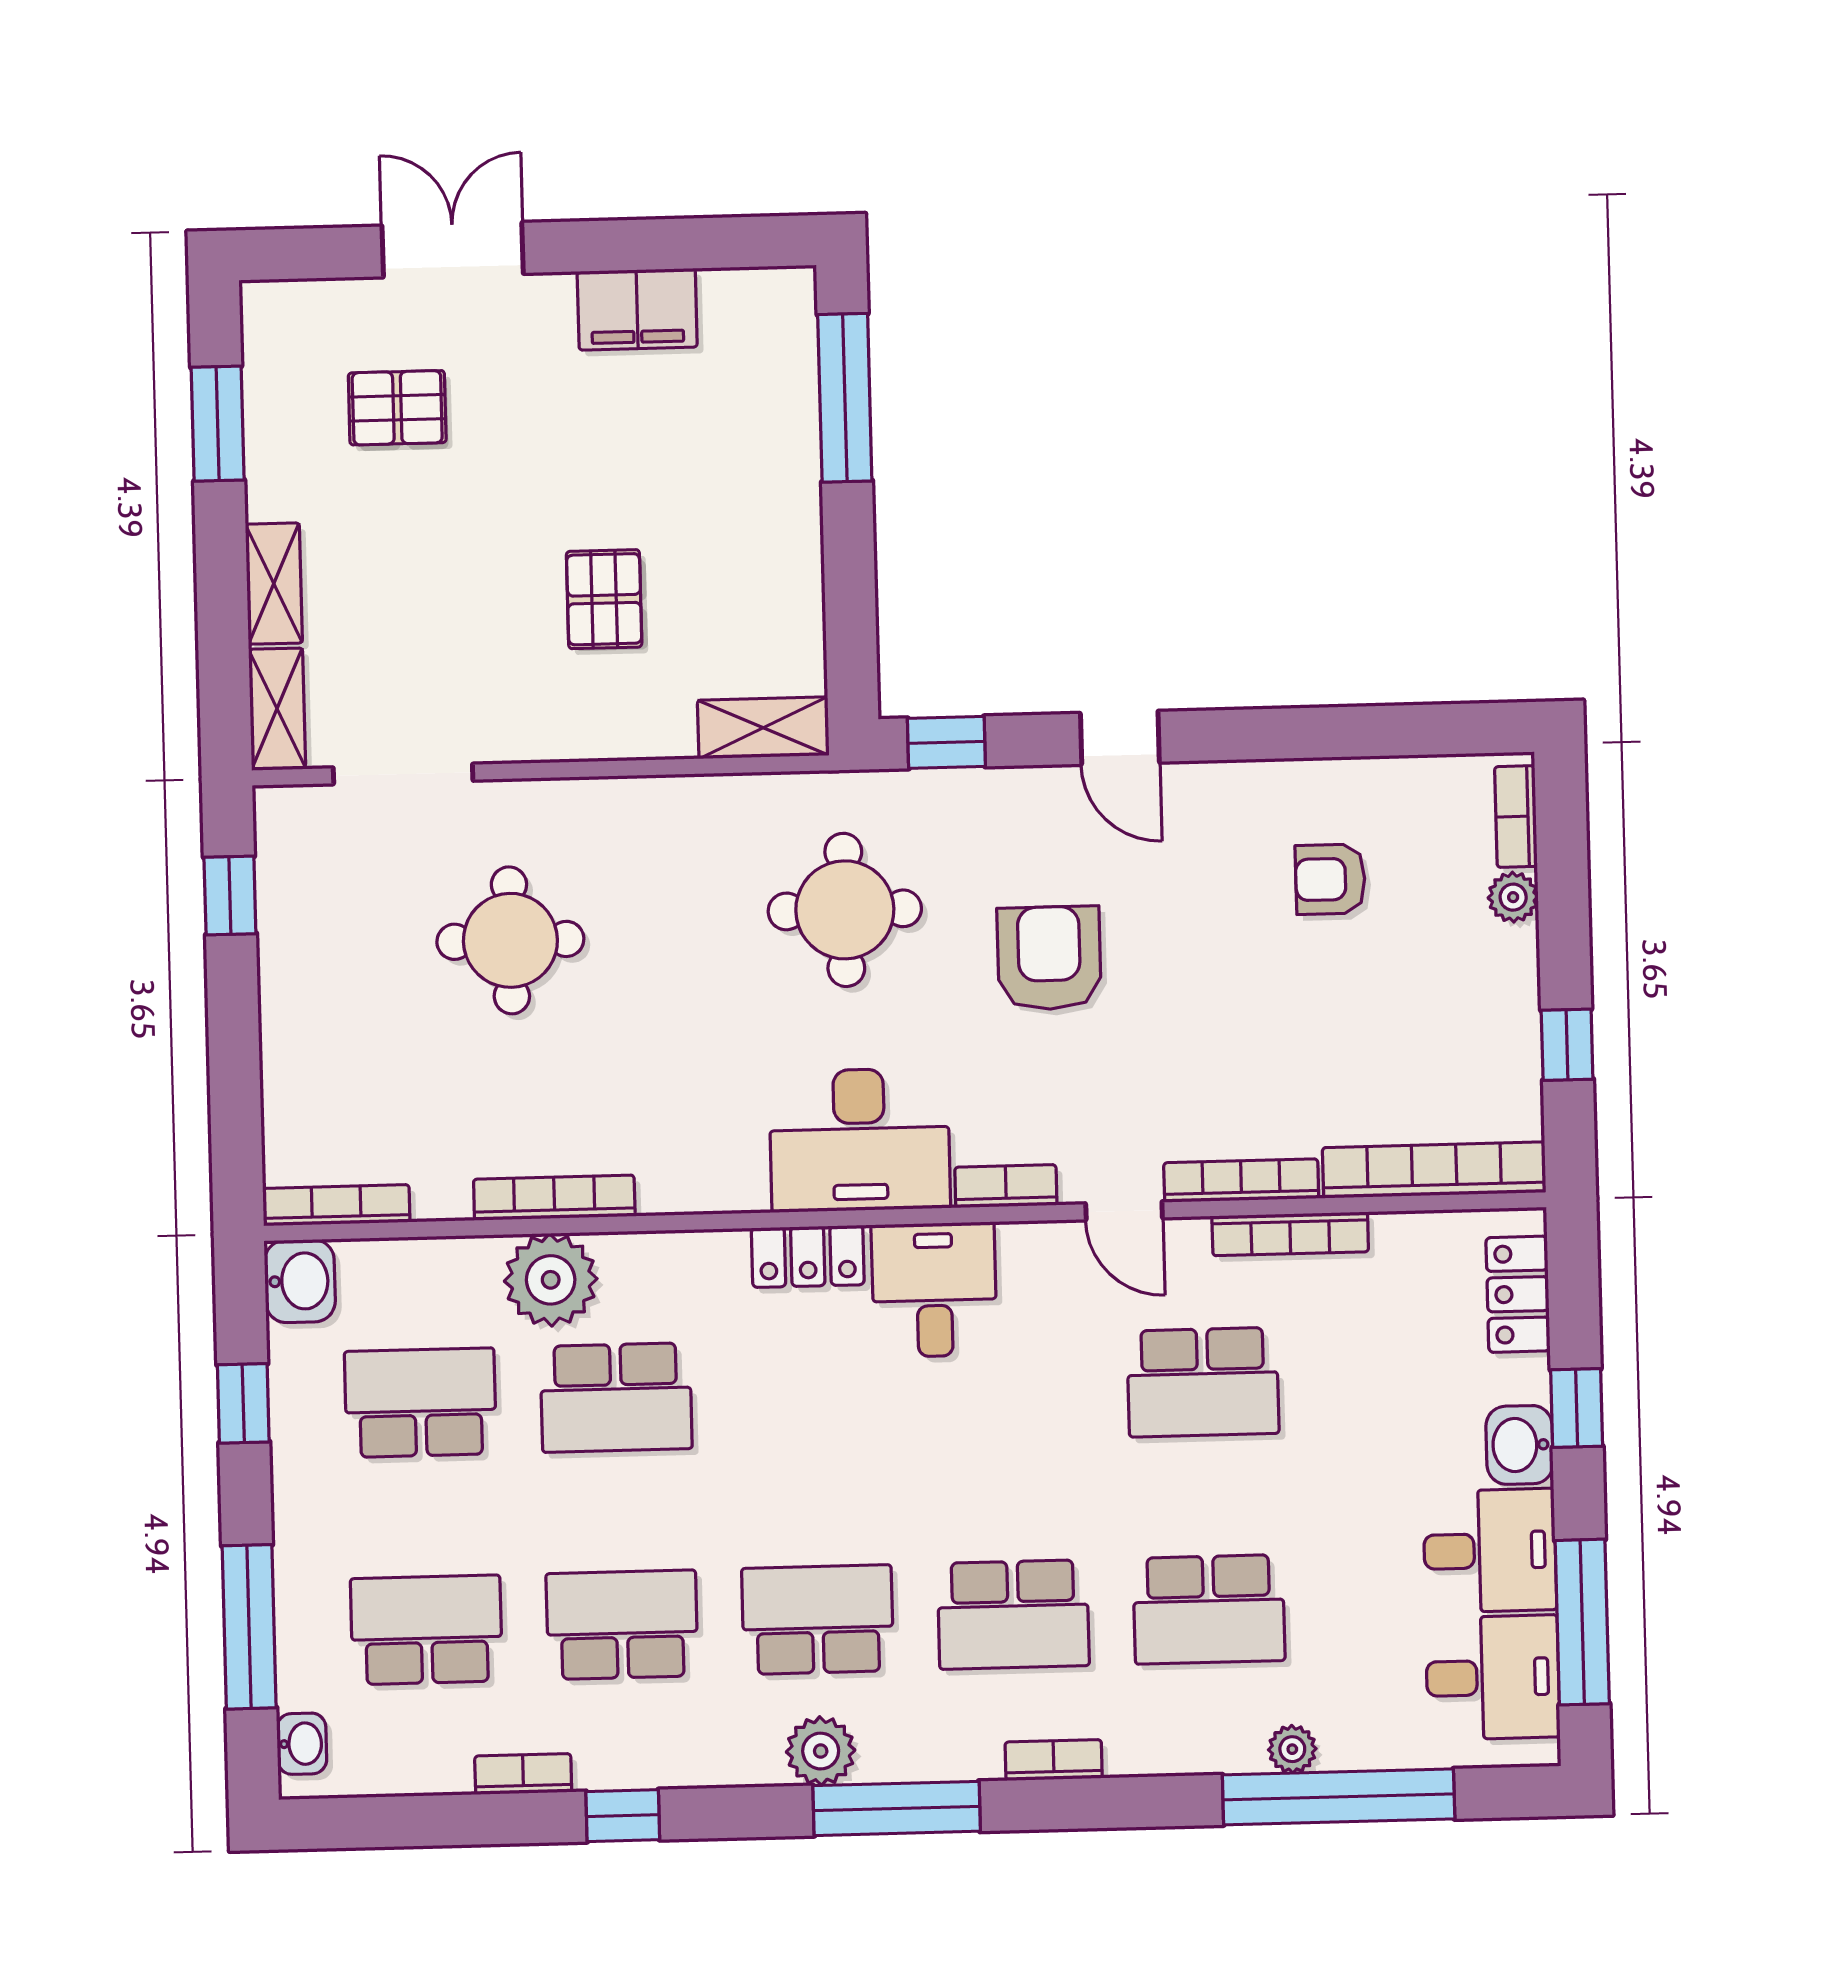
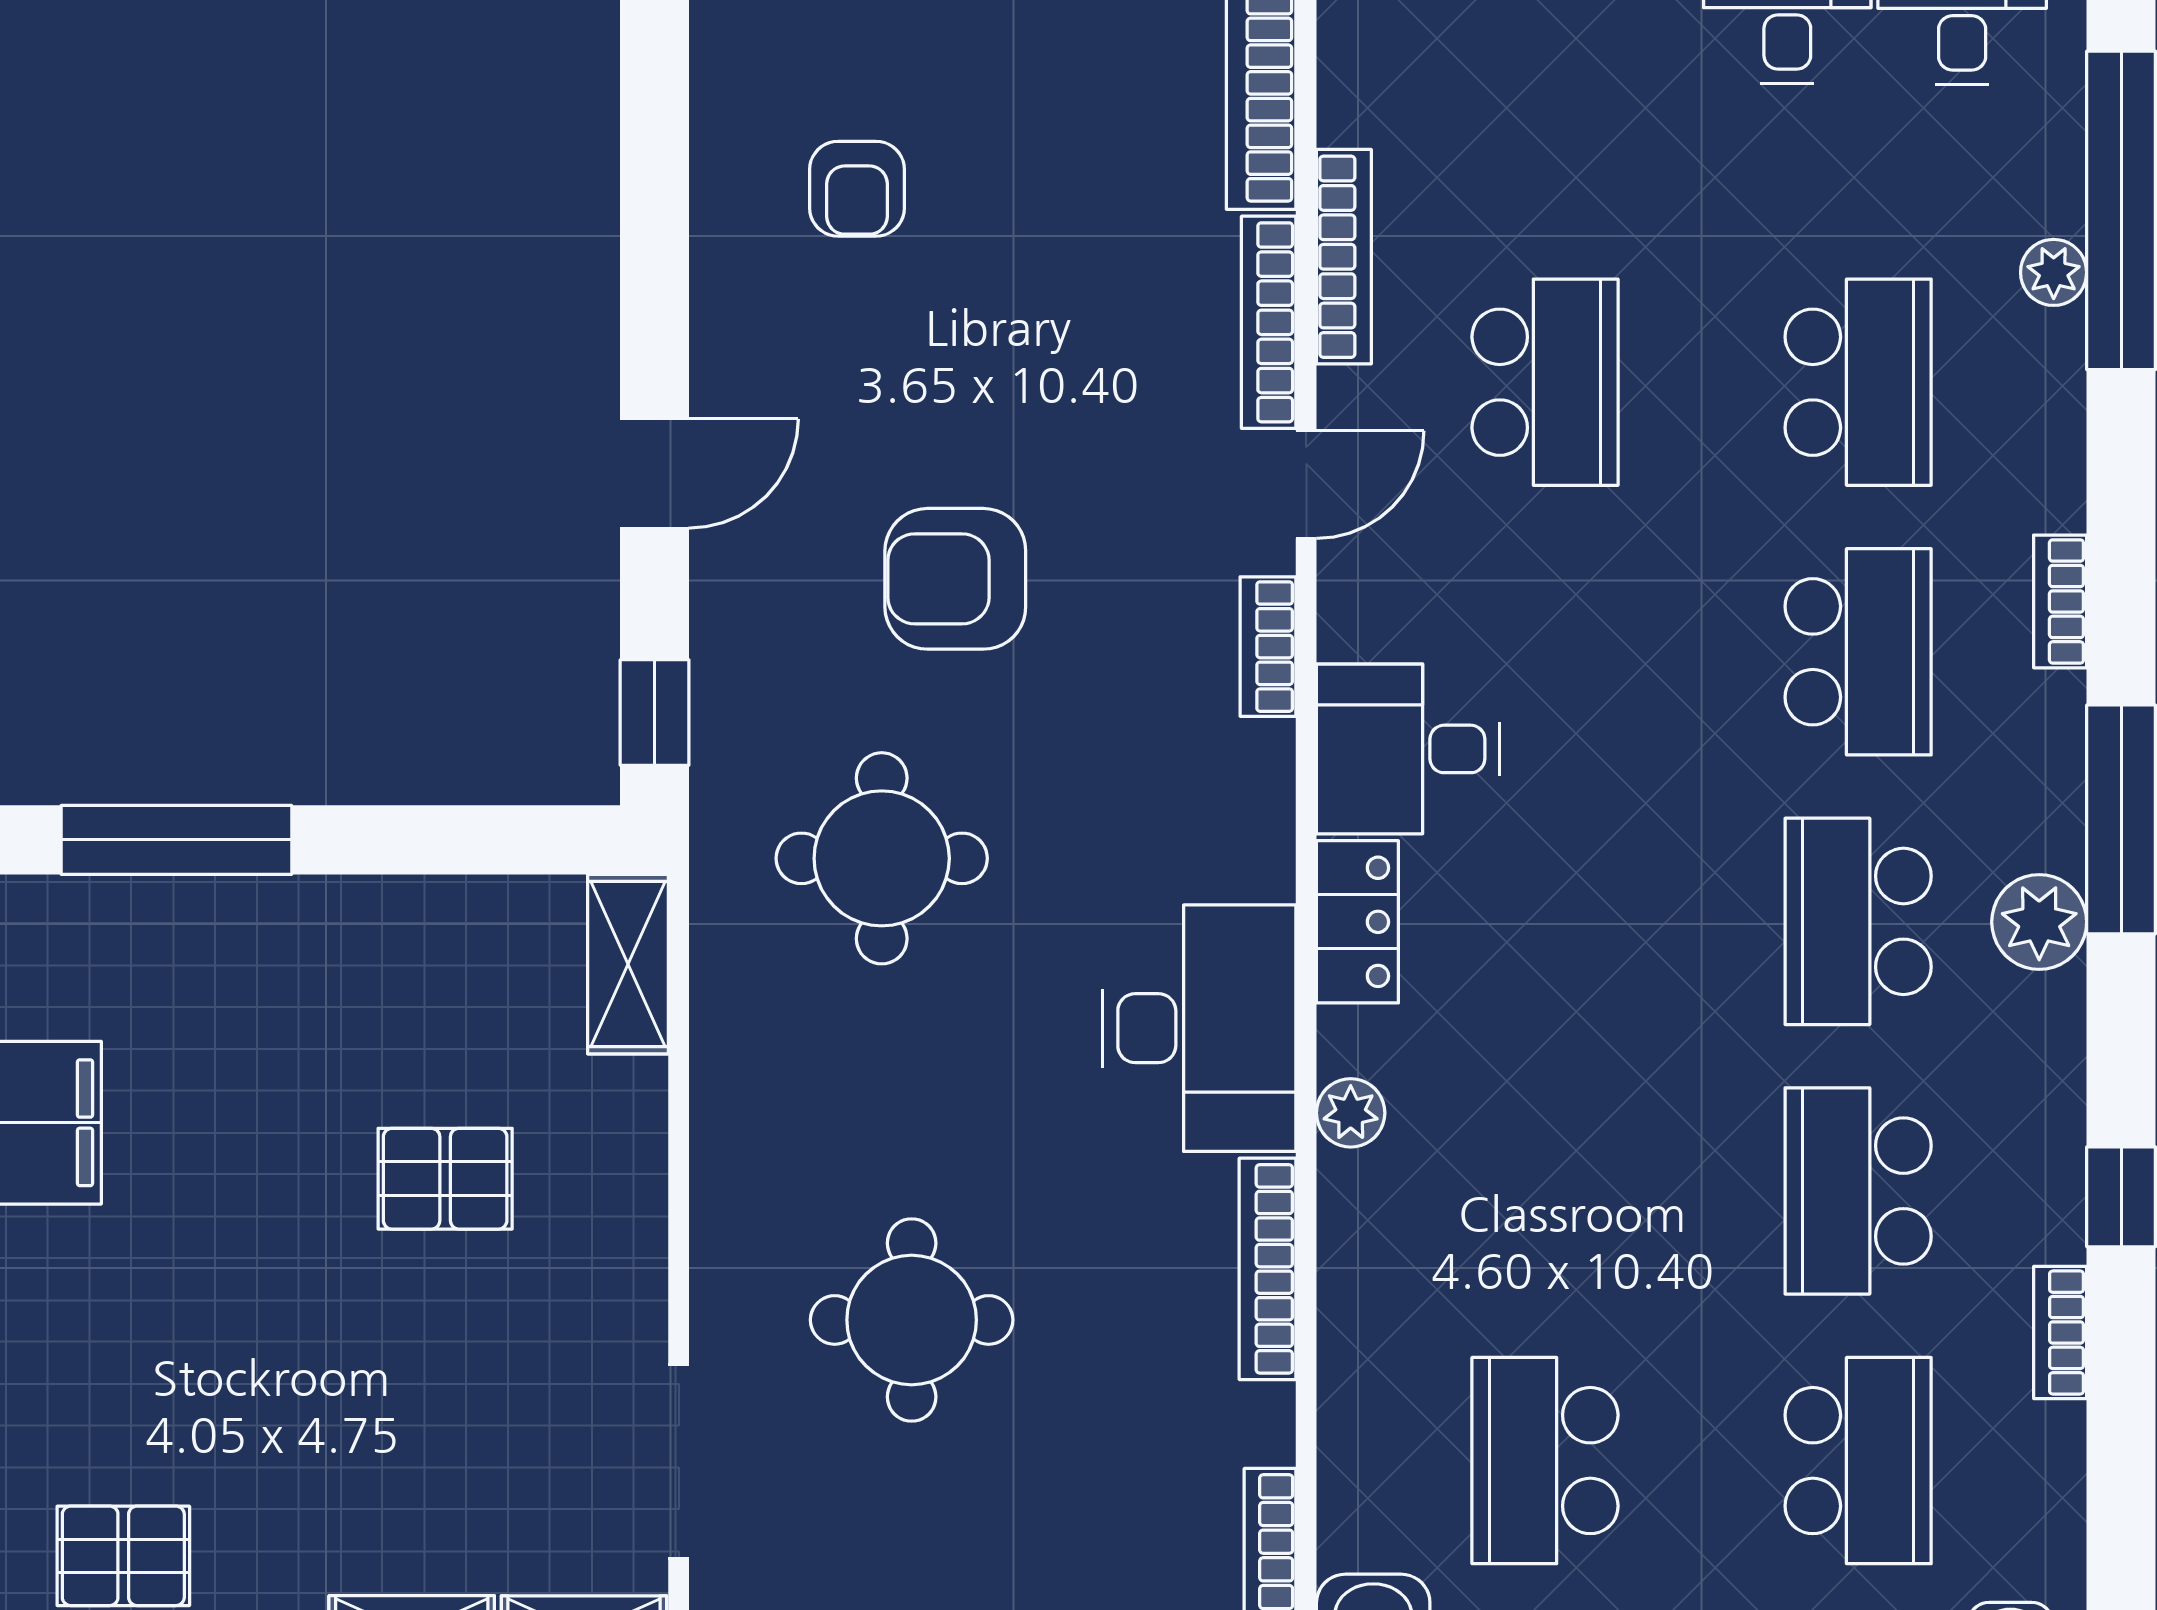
pallet: (397, 408) -> (123, 1556), moved, turned 90
desk: (860, 1140) -> (1199, 1028), moved
plant: (551, 1280) -> (1351, 1113), moved, width x0.53, depth x0.53
school desk: (616, 1398) -> (1545, 1191), removed
school desk: (426, 1630) -> (1858, 1461), turned 180

